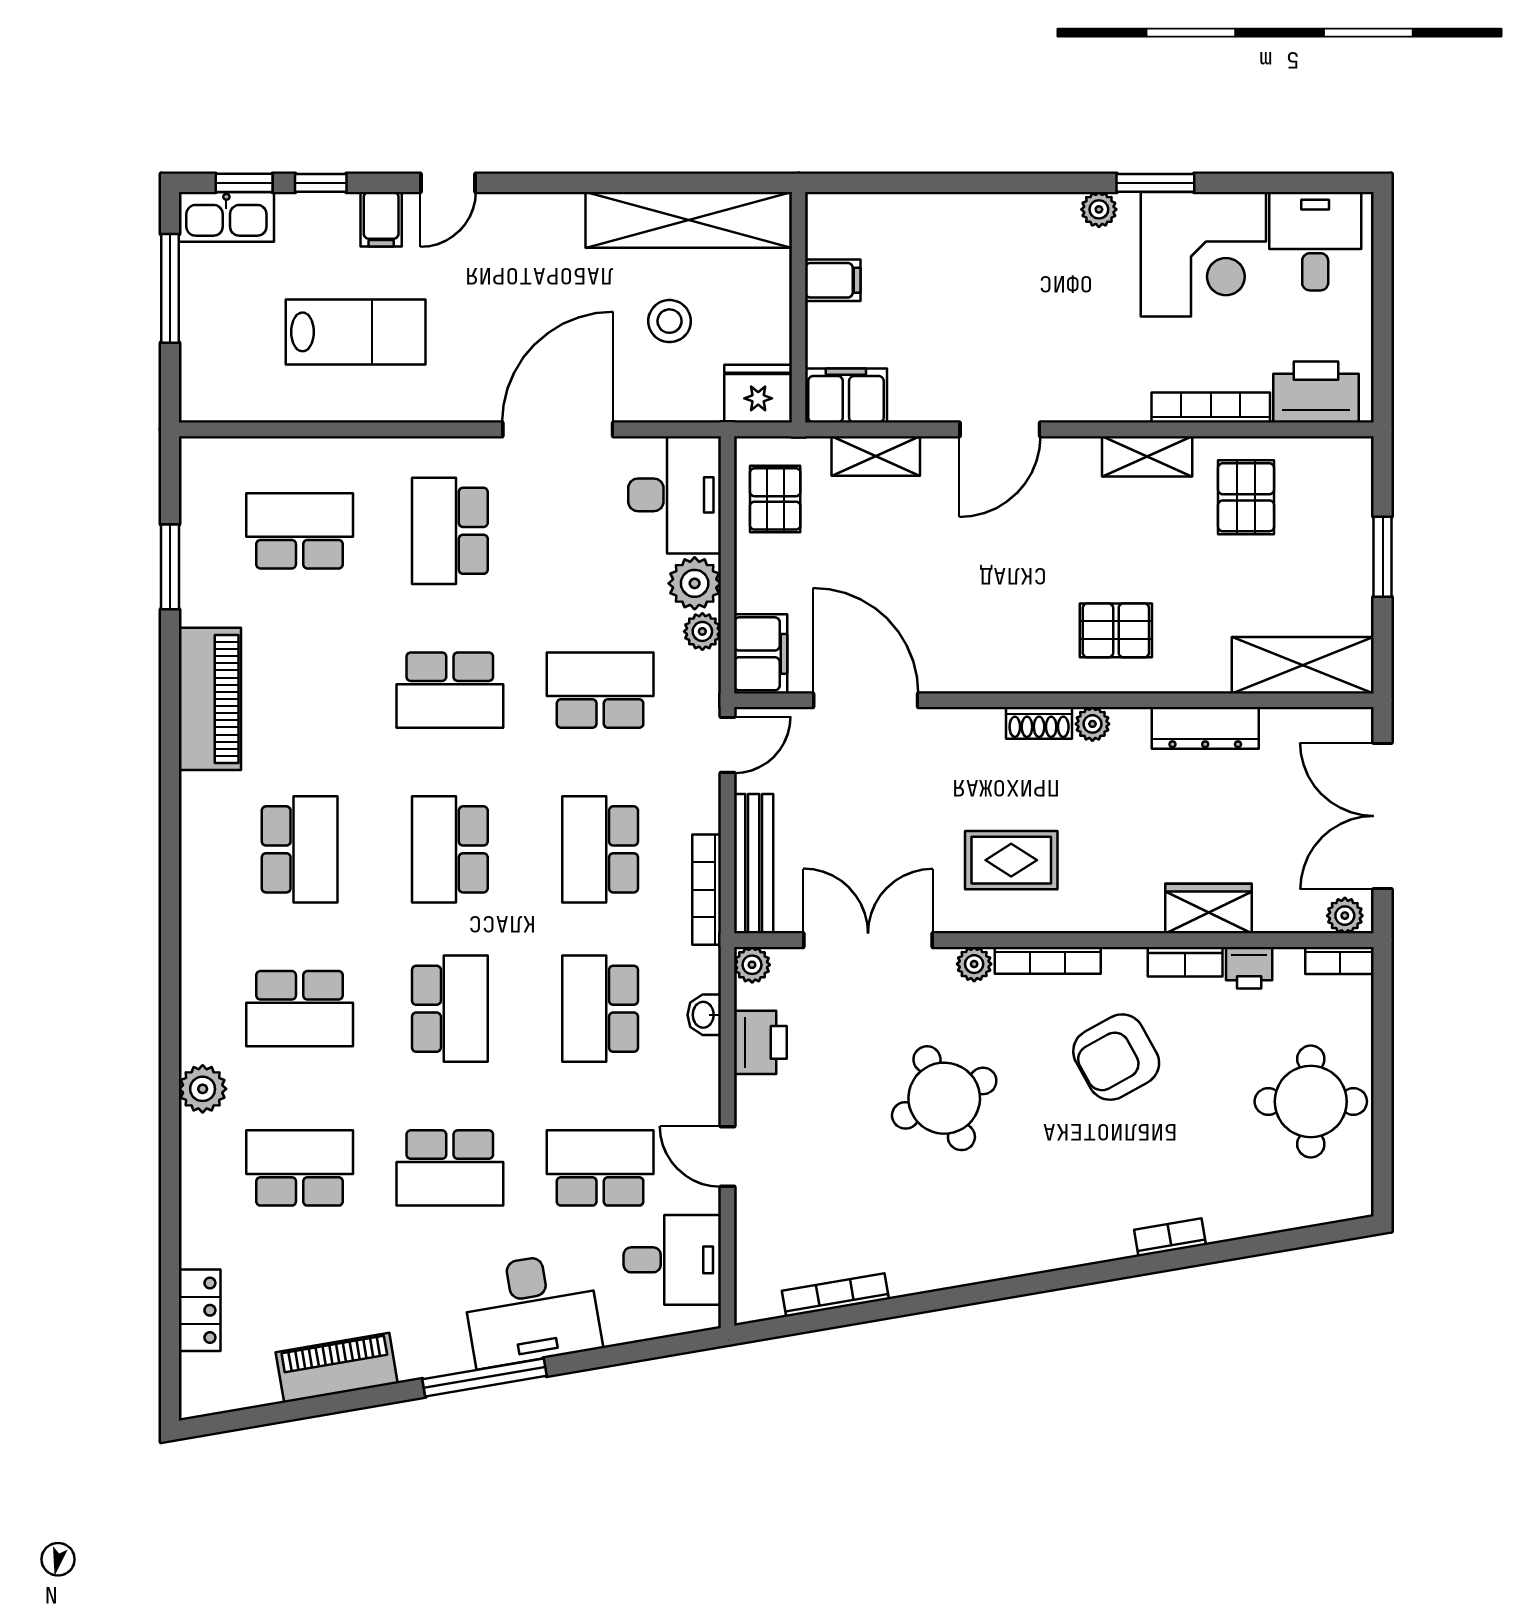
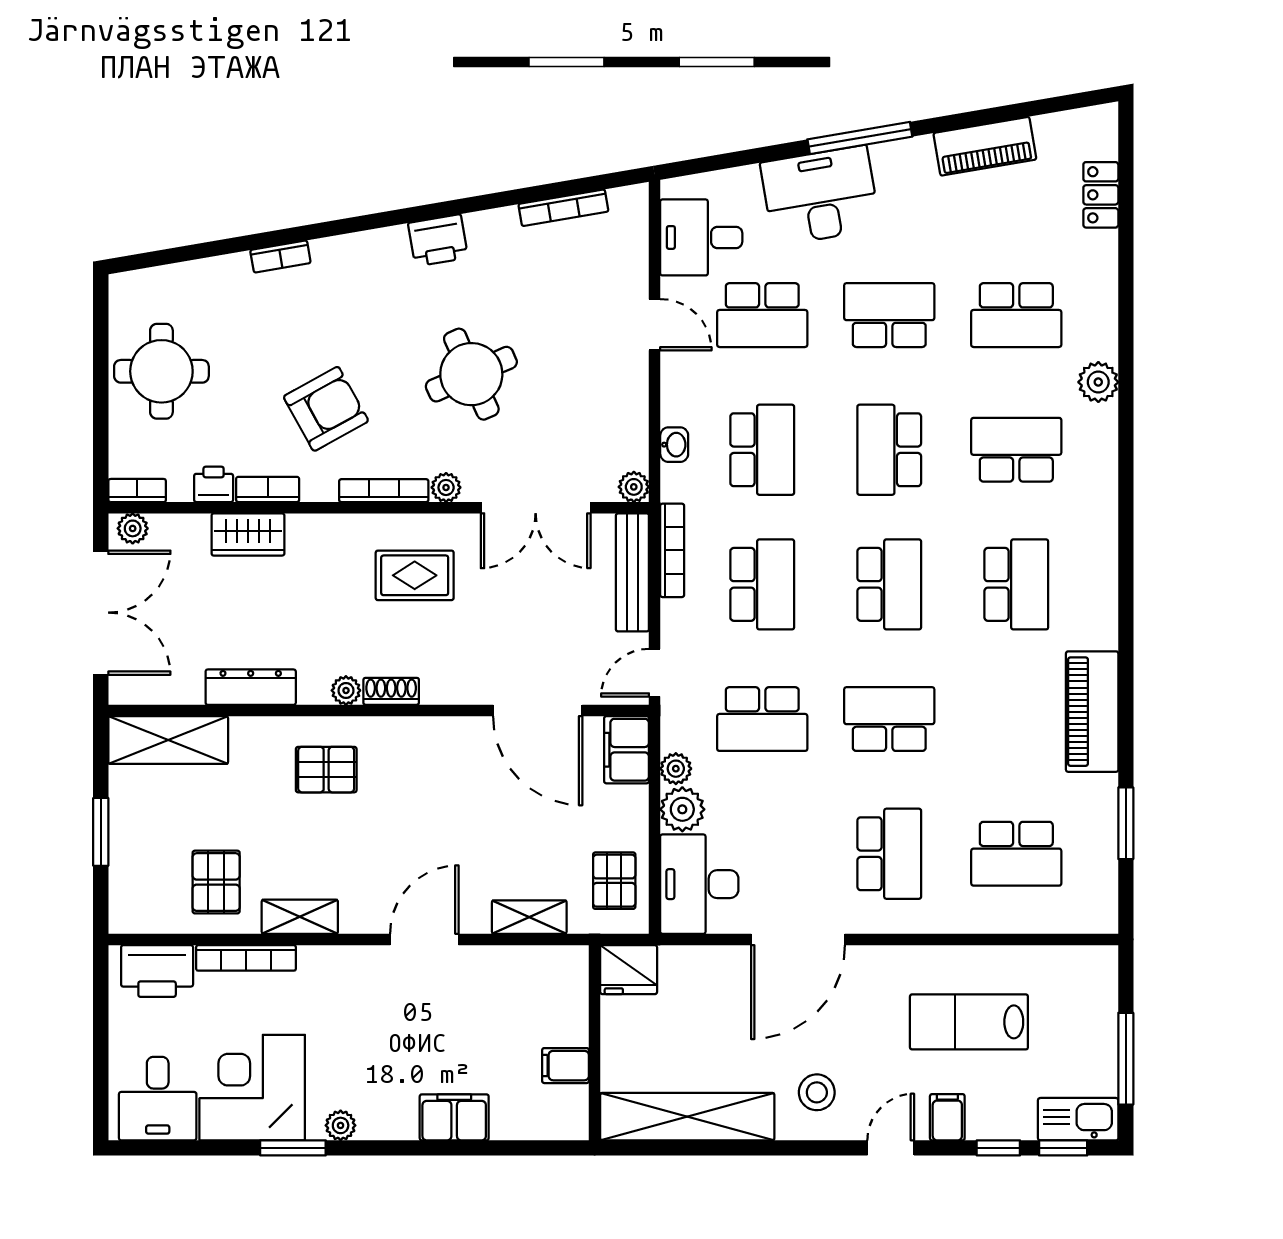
stool: (670, 321) -> (817, 1092), moved
filing cabinet: (846, 395) -> (454, 1117), moved, turned 180
school desk: (300, 849) -> (1016, 584), turned 180
printer: (760, 1042) -> (438, 240), moved, turned -100

